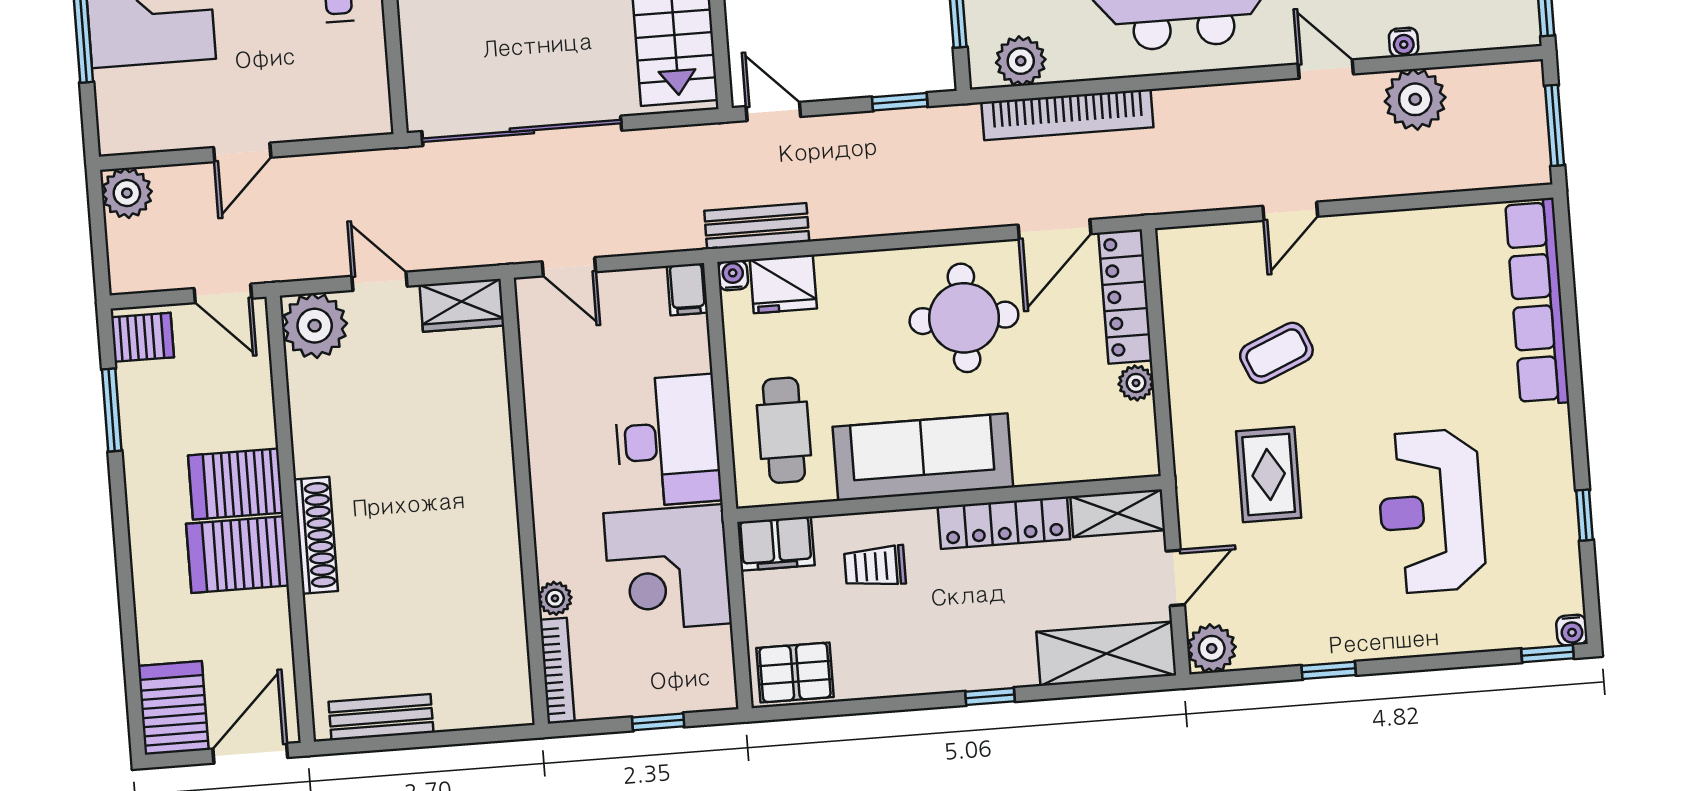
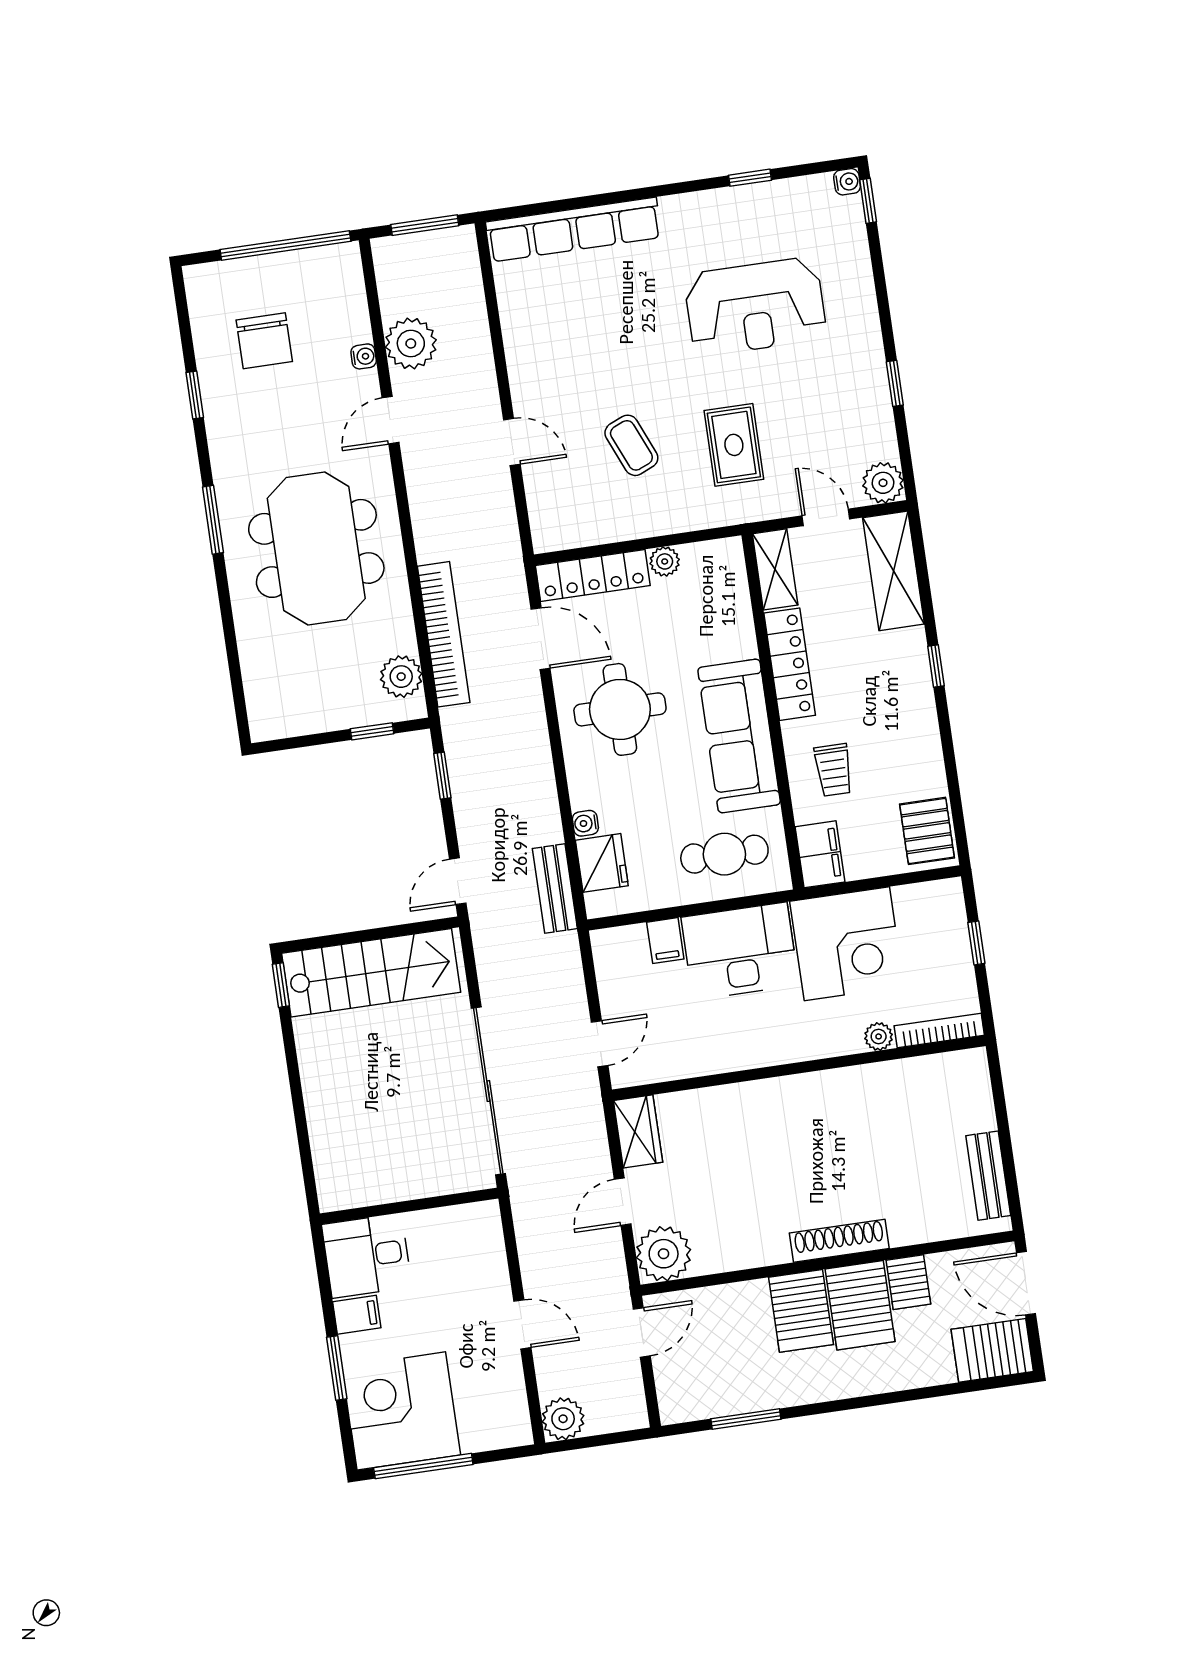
water cooler: (733, 275) -> (585, 823), moved
filing cabinet: (687, 289) -> (665, 941), moved, turned 90
server rack: (143, 337) -> (908, 1282), moved, turned 180
rug: (1269, 475) -> (734, 445), turned 90

